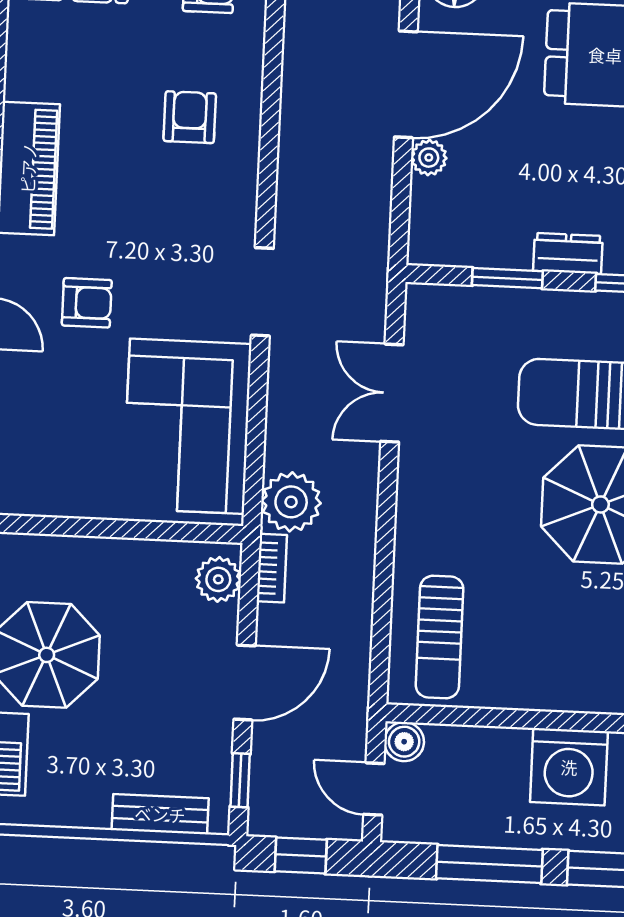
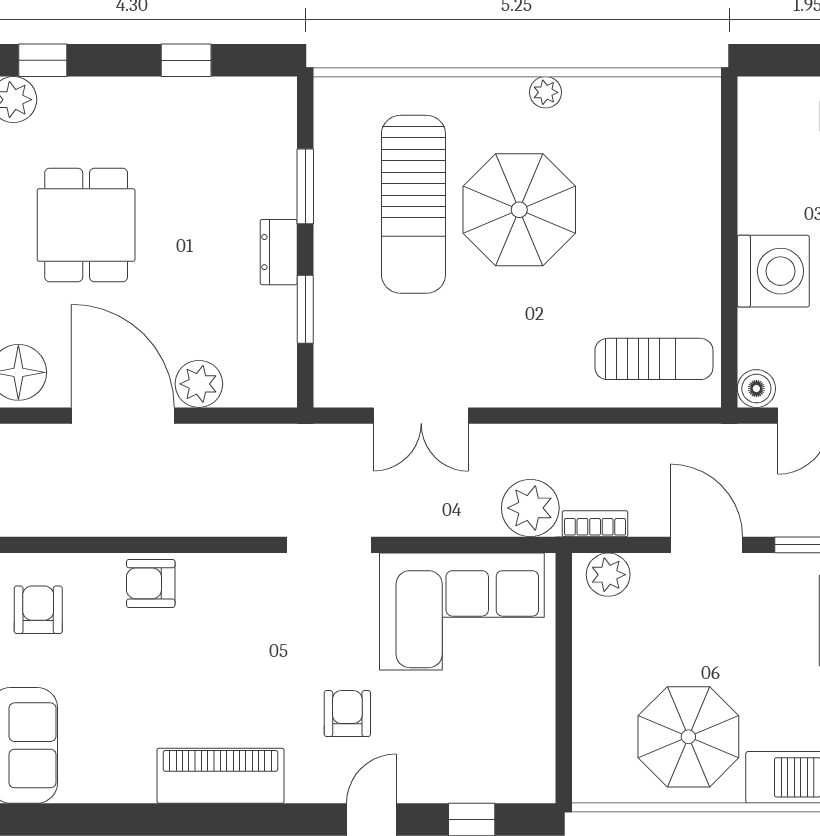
armchair: (190, 117) -> (151, 583), moved
plant: (429, 158) -> (199, 384), width x1.38, depth x1.38
washing machine: (569, 767) -> (773, 271), moved

